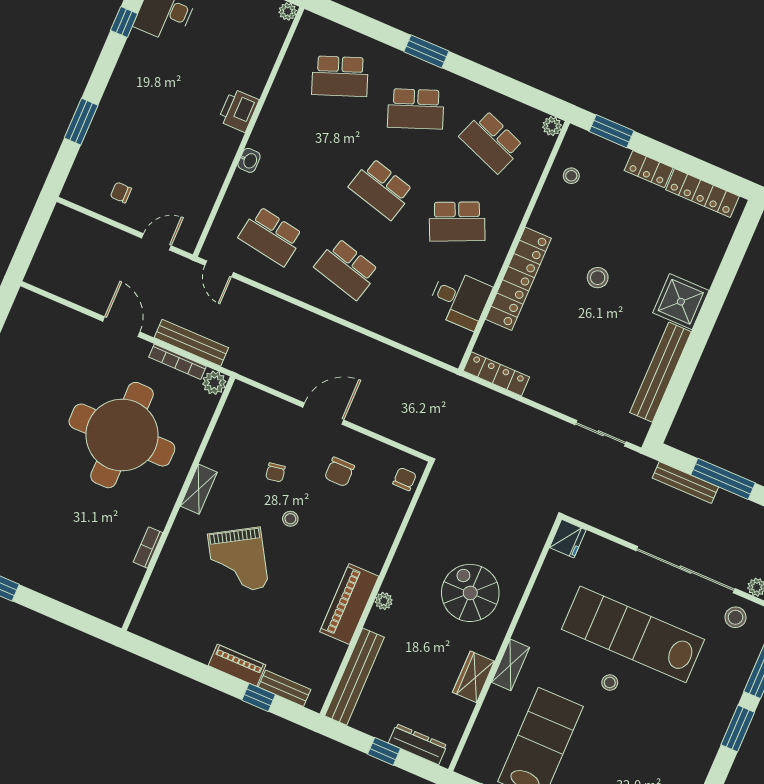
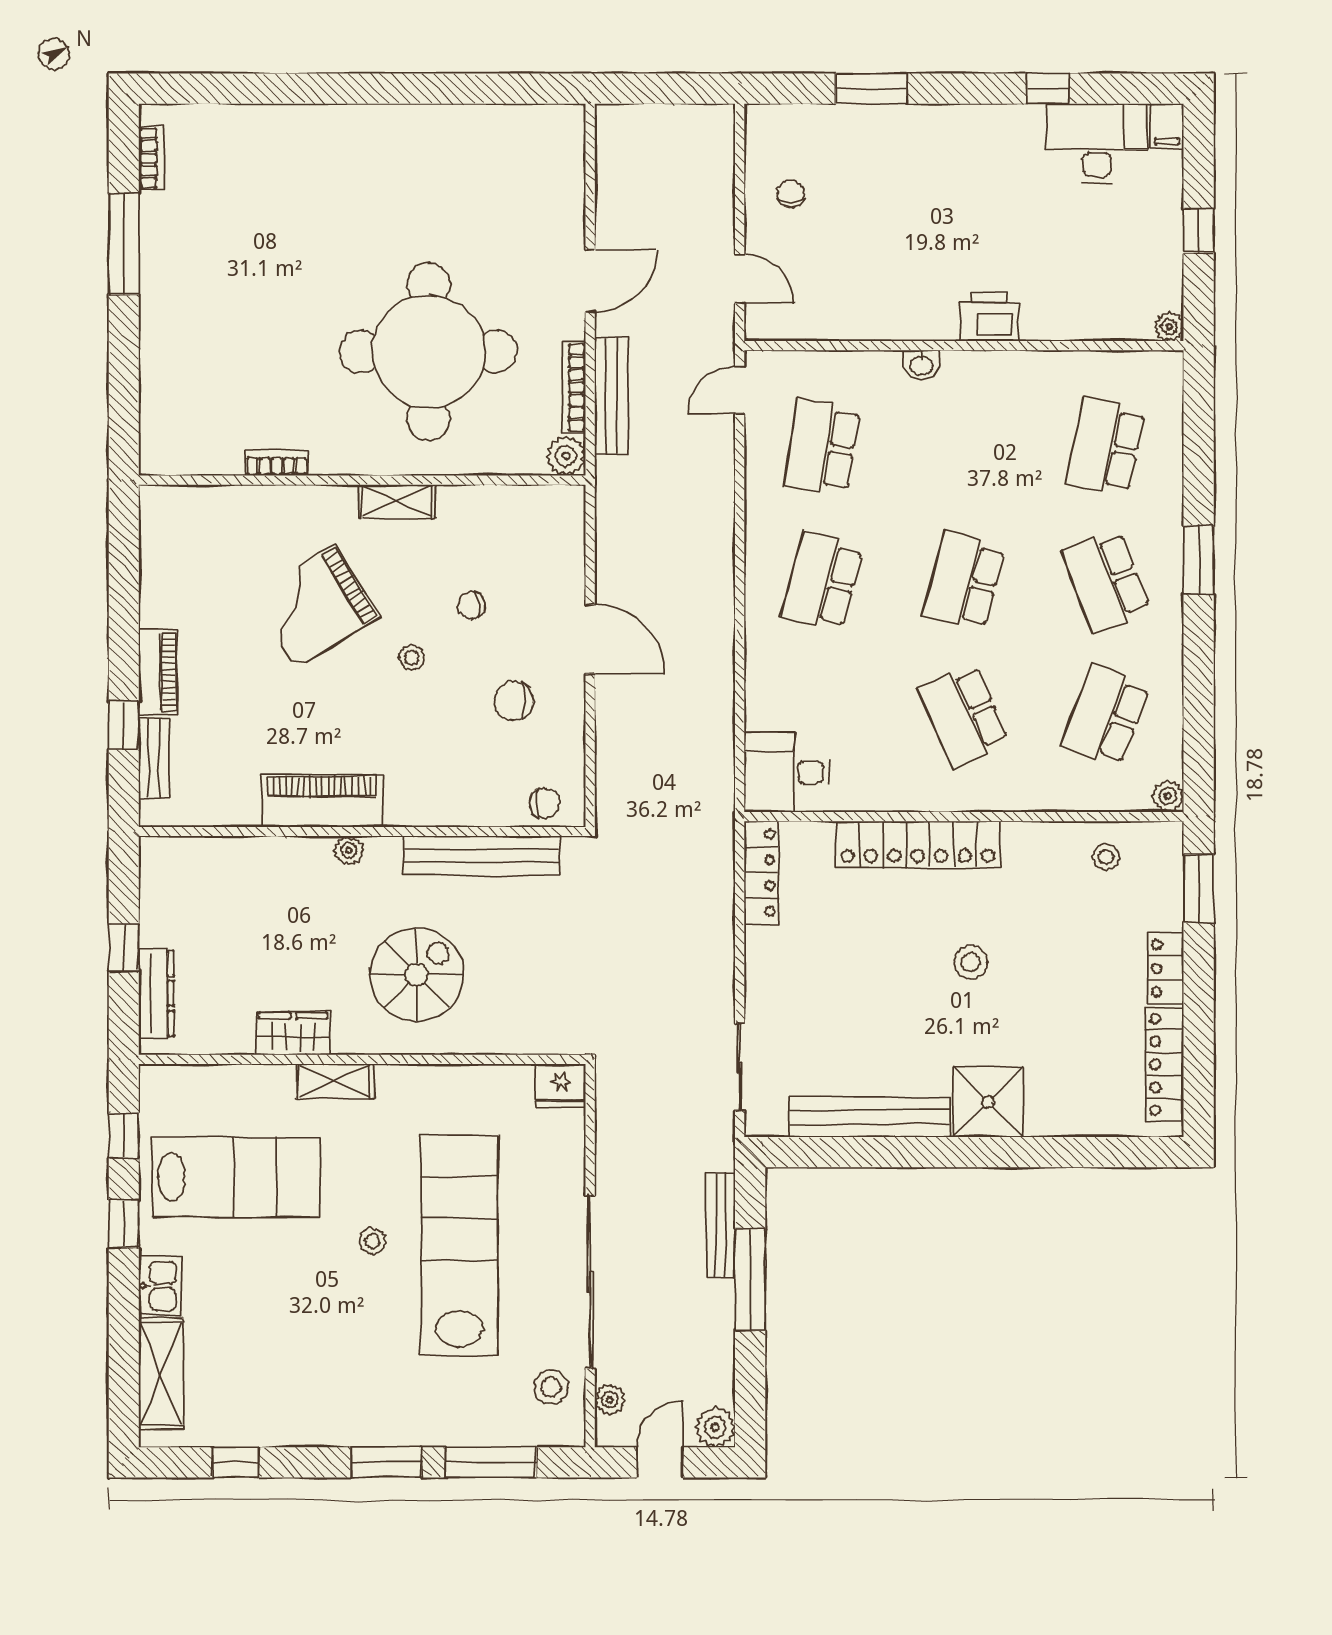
school desk: (340, 76) -> (1106, 447), turned 33
desk: (459, 299) -> (787, 772), moved, turned 90
bench: (355, 677) -> (482, 855), moved

